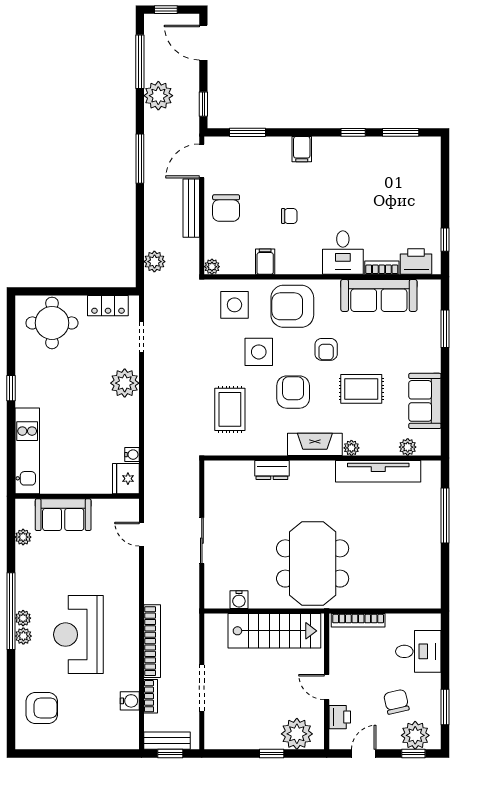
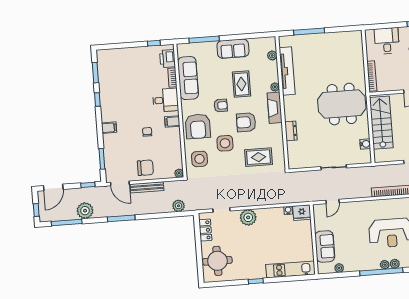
filing cabinet: (265, 262) -> (172, 122), moved
window: (445, 329) -> (204, 39), width x1.44
sofa: (425, 401) -> (233, 49), moved

